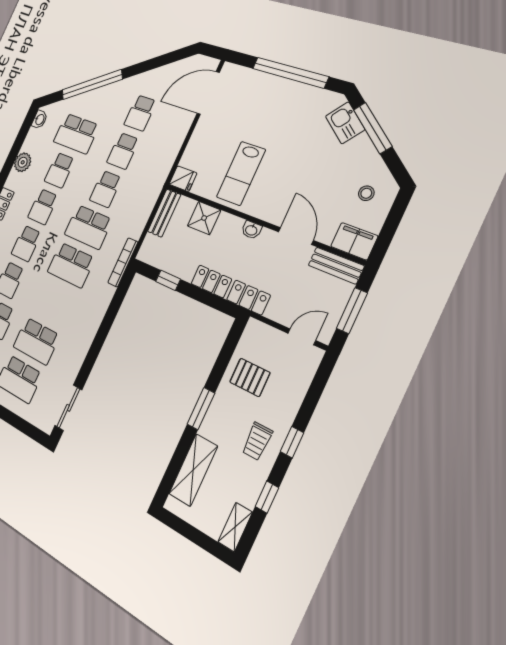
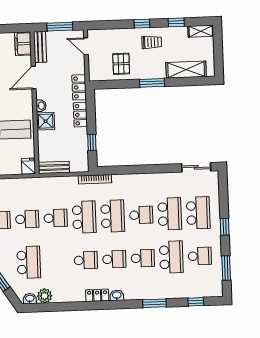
plant: (23, 162) -> (45, 296), moved
school desk: (60, 170) -> (141, 215), moved
shower: (204, 218) -> (46, 121), moved

